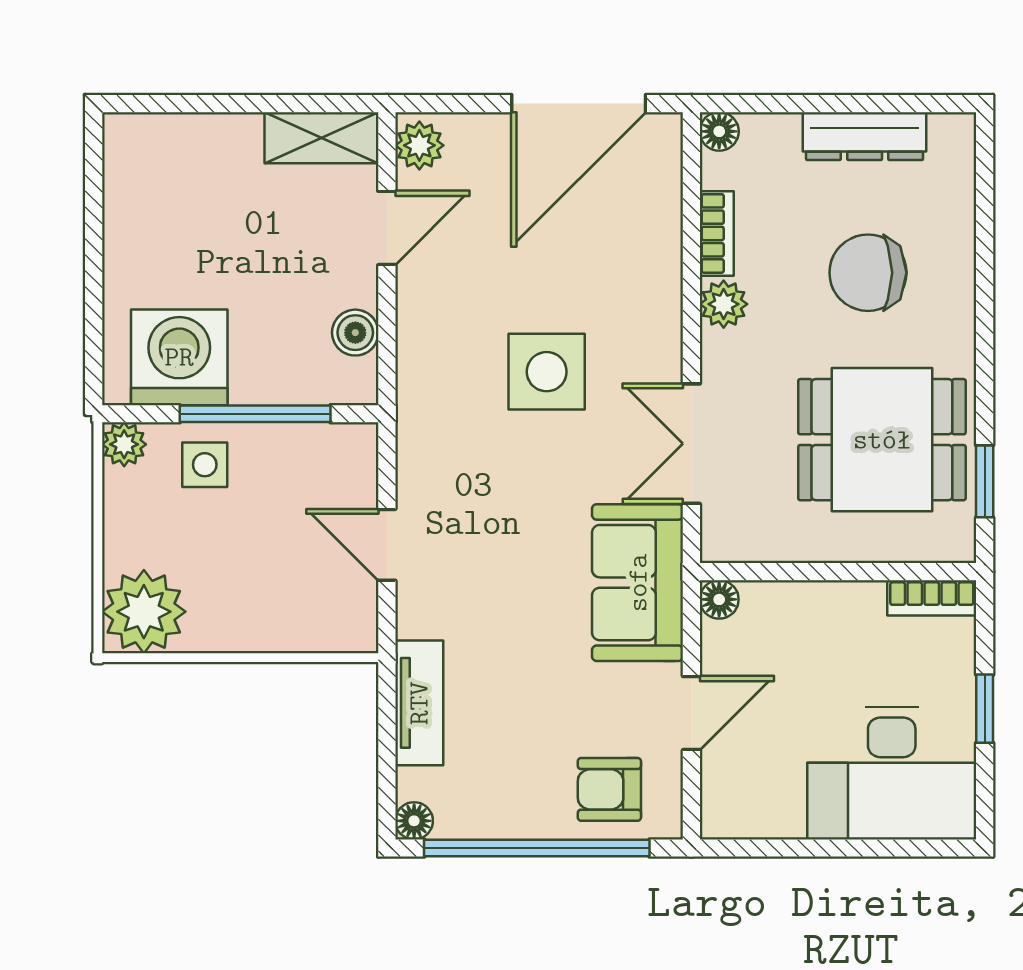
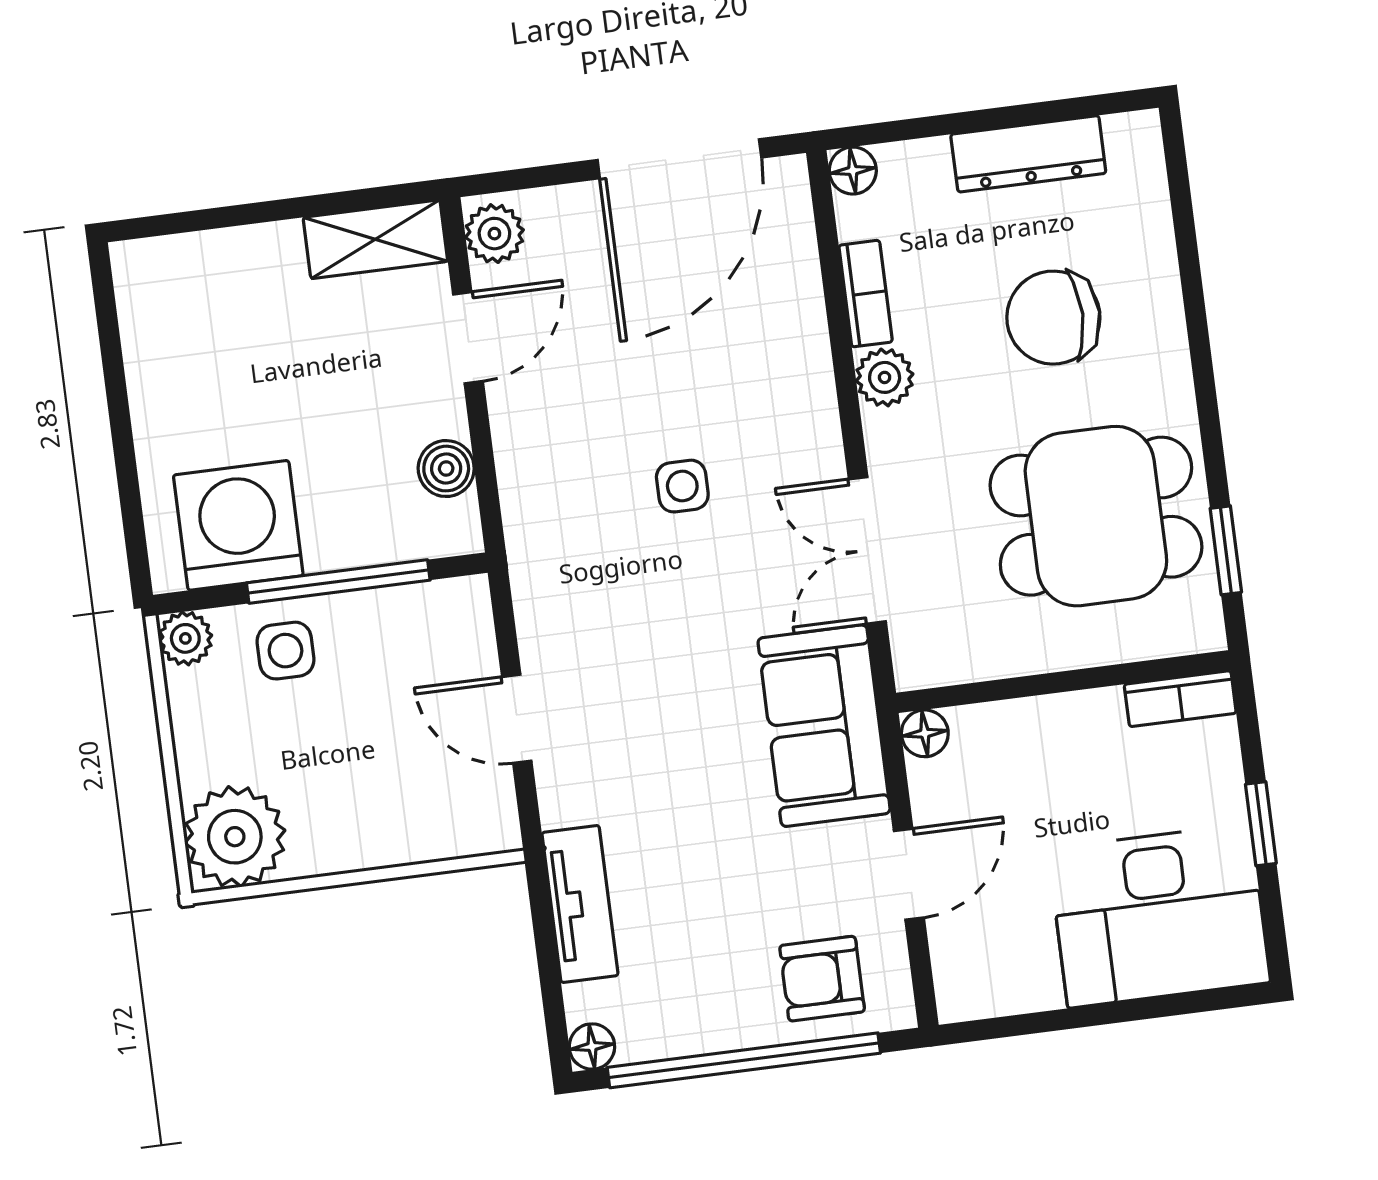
side table: (547, 372) -> (682, 486), width x0.54, depth x0.54

